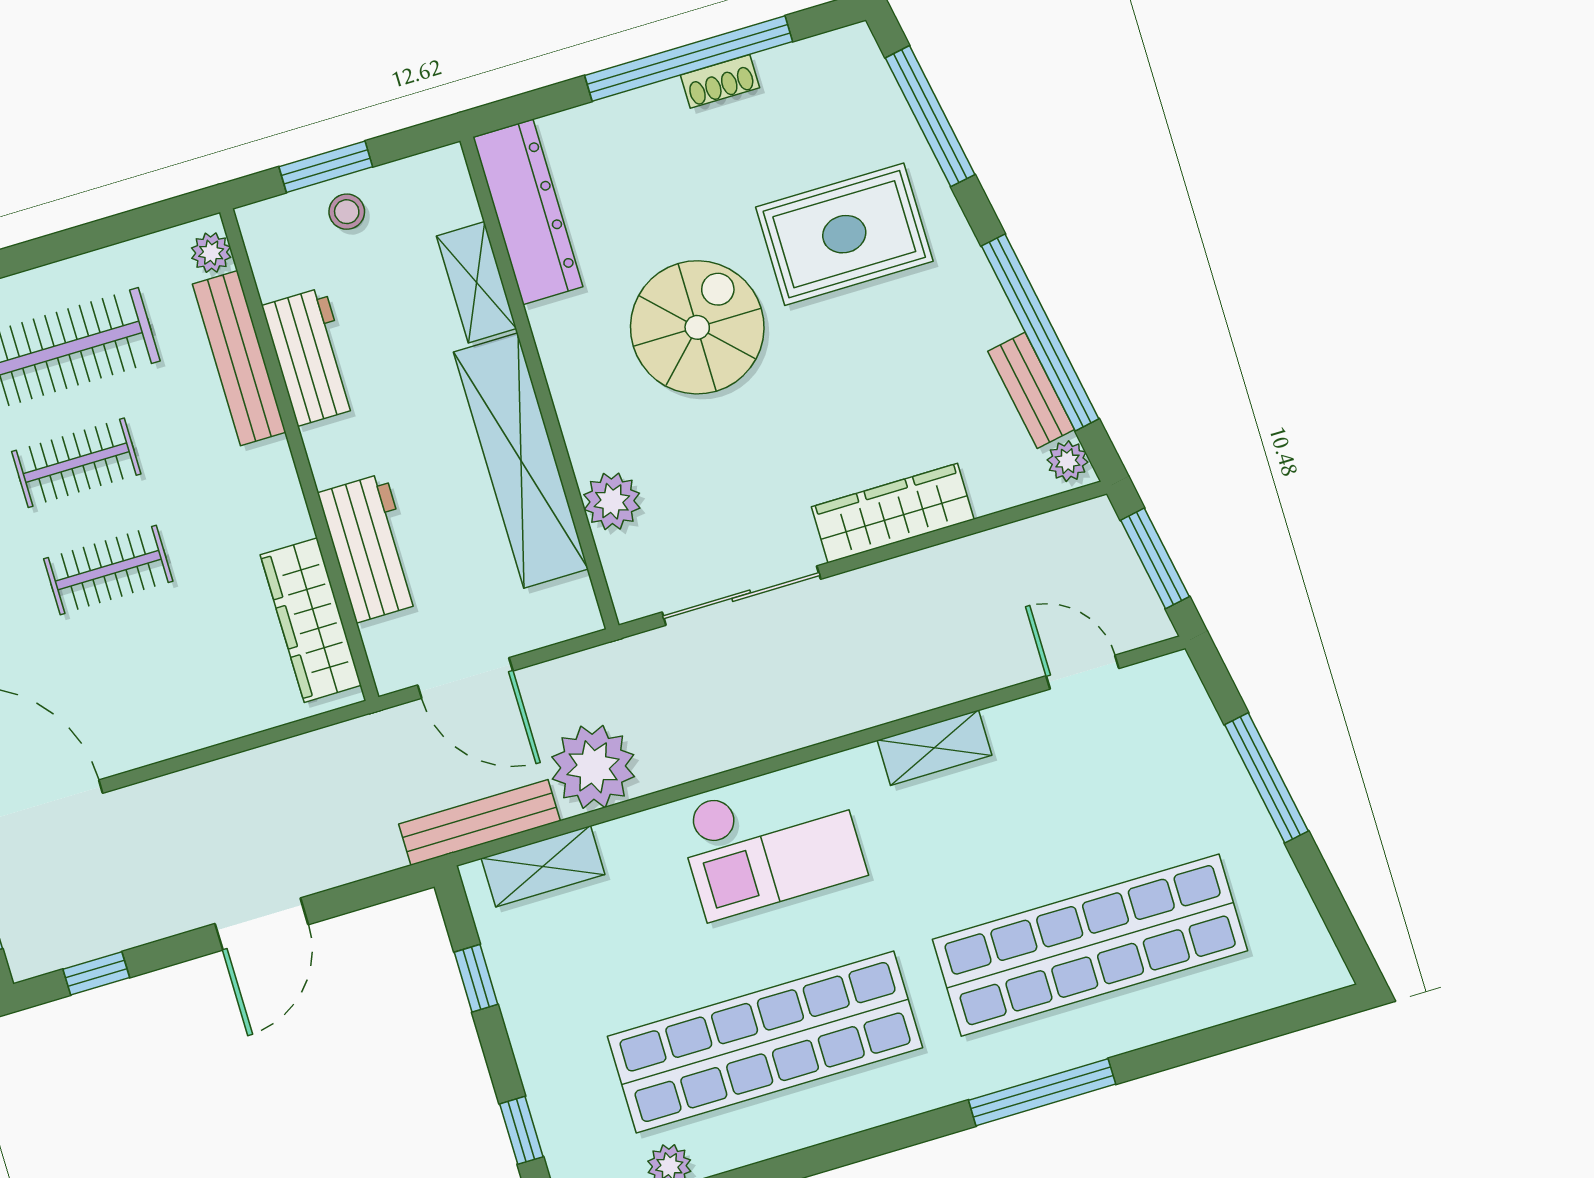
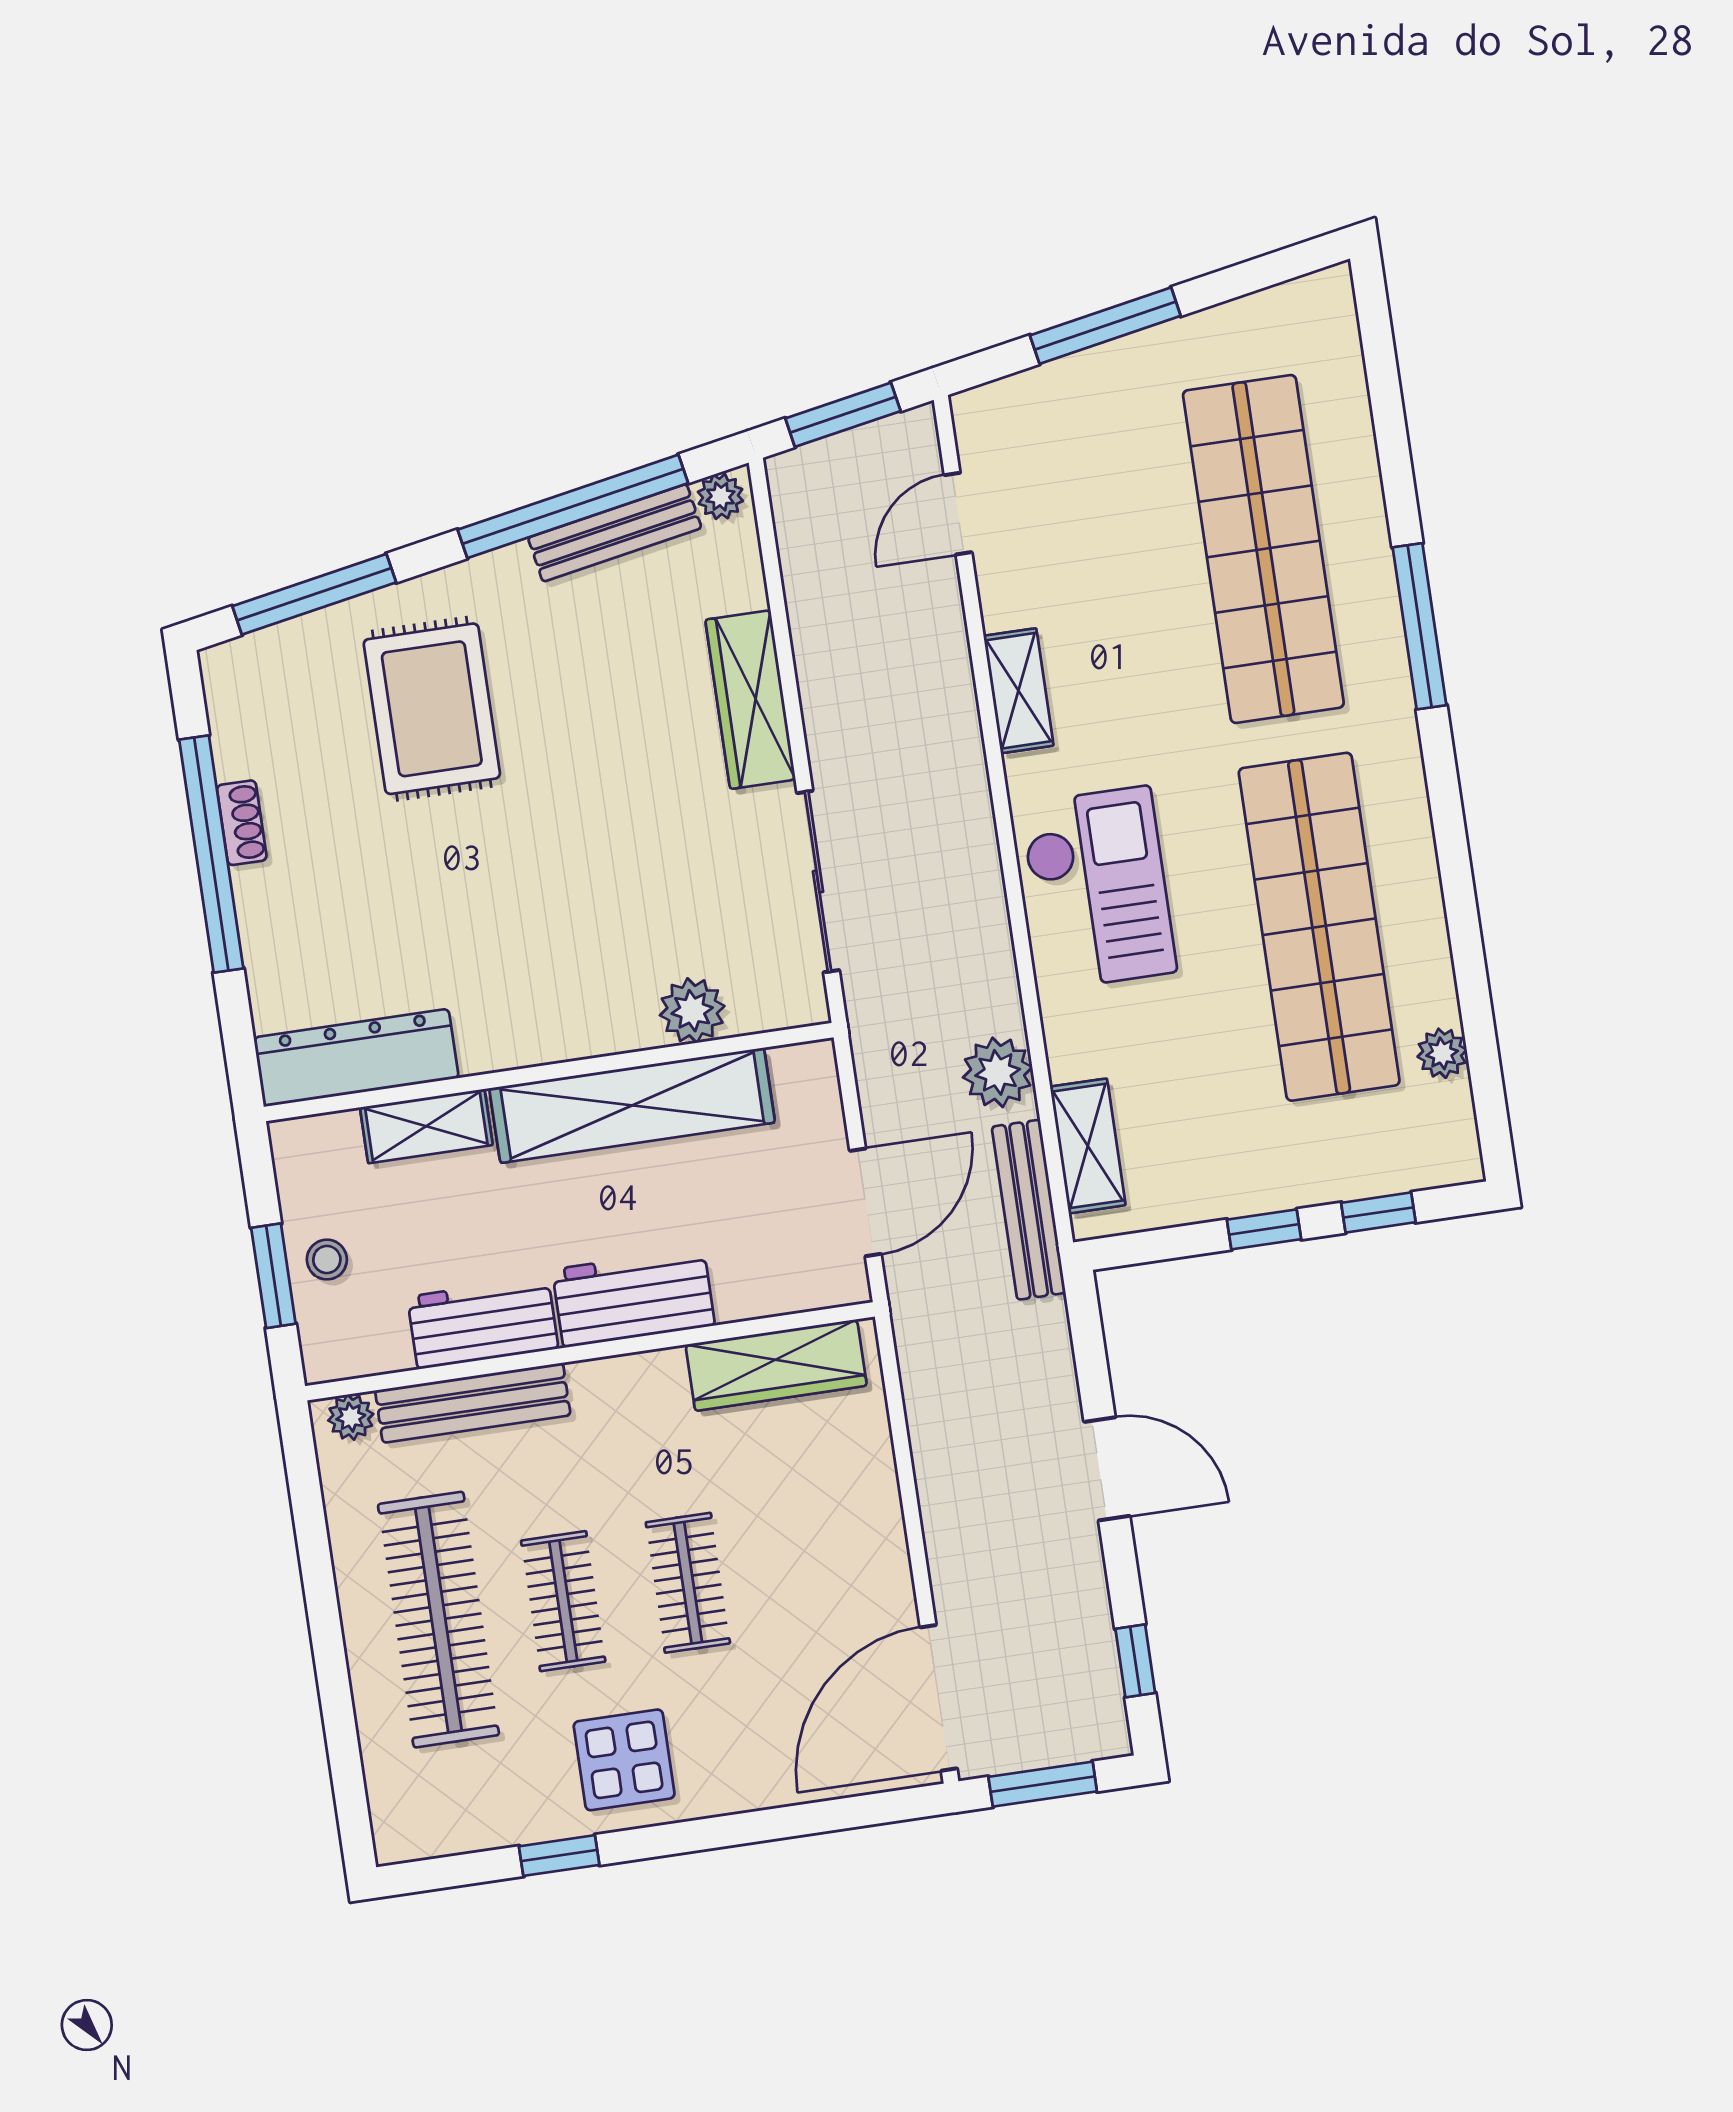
spiral stairs: (697, 327) -> (512, 888), removed
bench: (1031, 390) -> (615, 533), width x1.36
workbench: (371, 548) -> (633, 1298), moved
plant: (593, 767) -> (998, 1072), width x0.73, depth x0.73
window: (476, 978) -> (1264, 1229), moved

